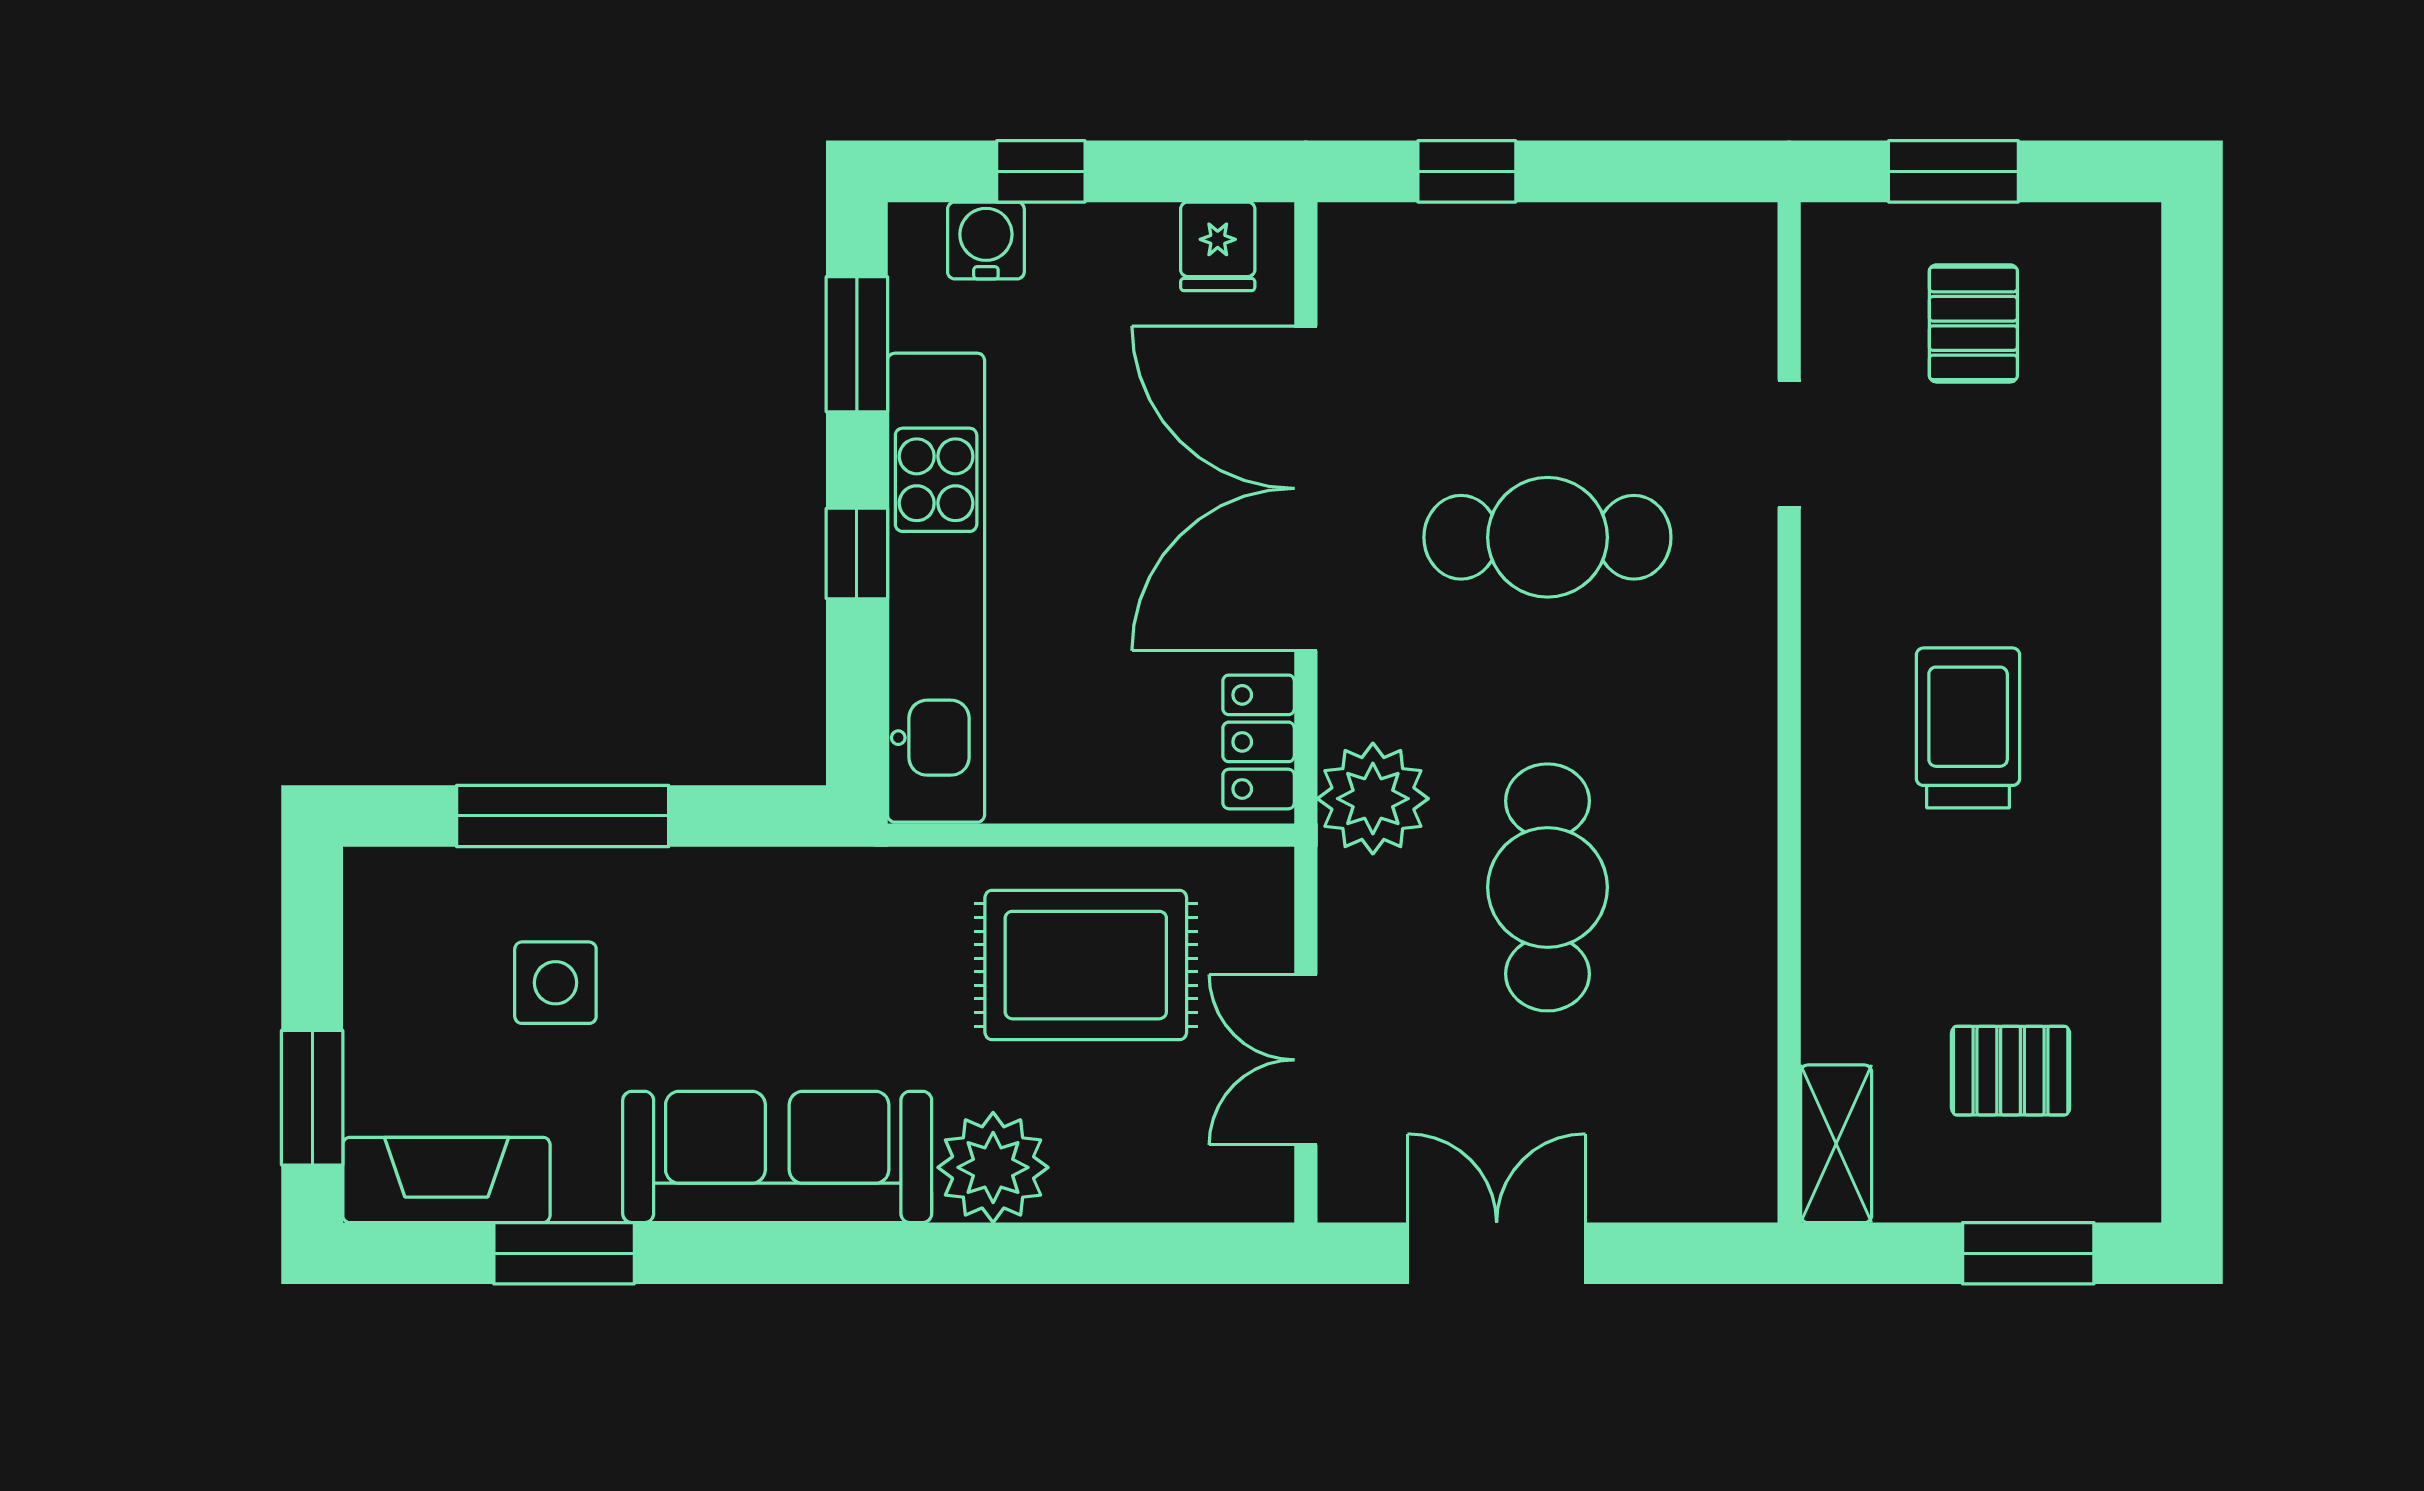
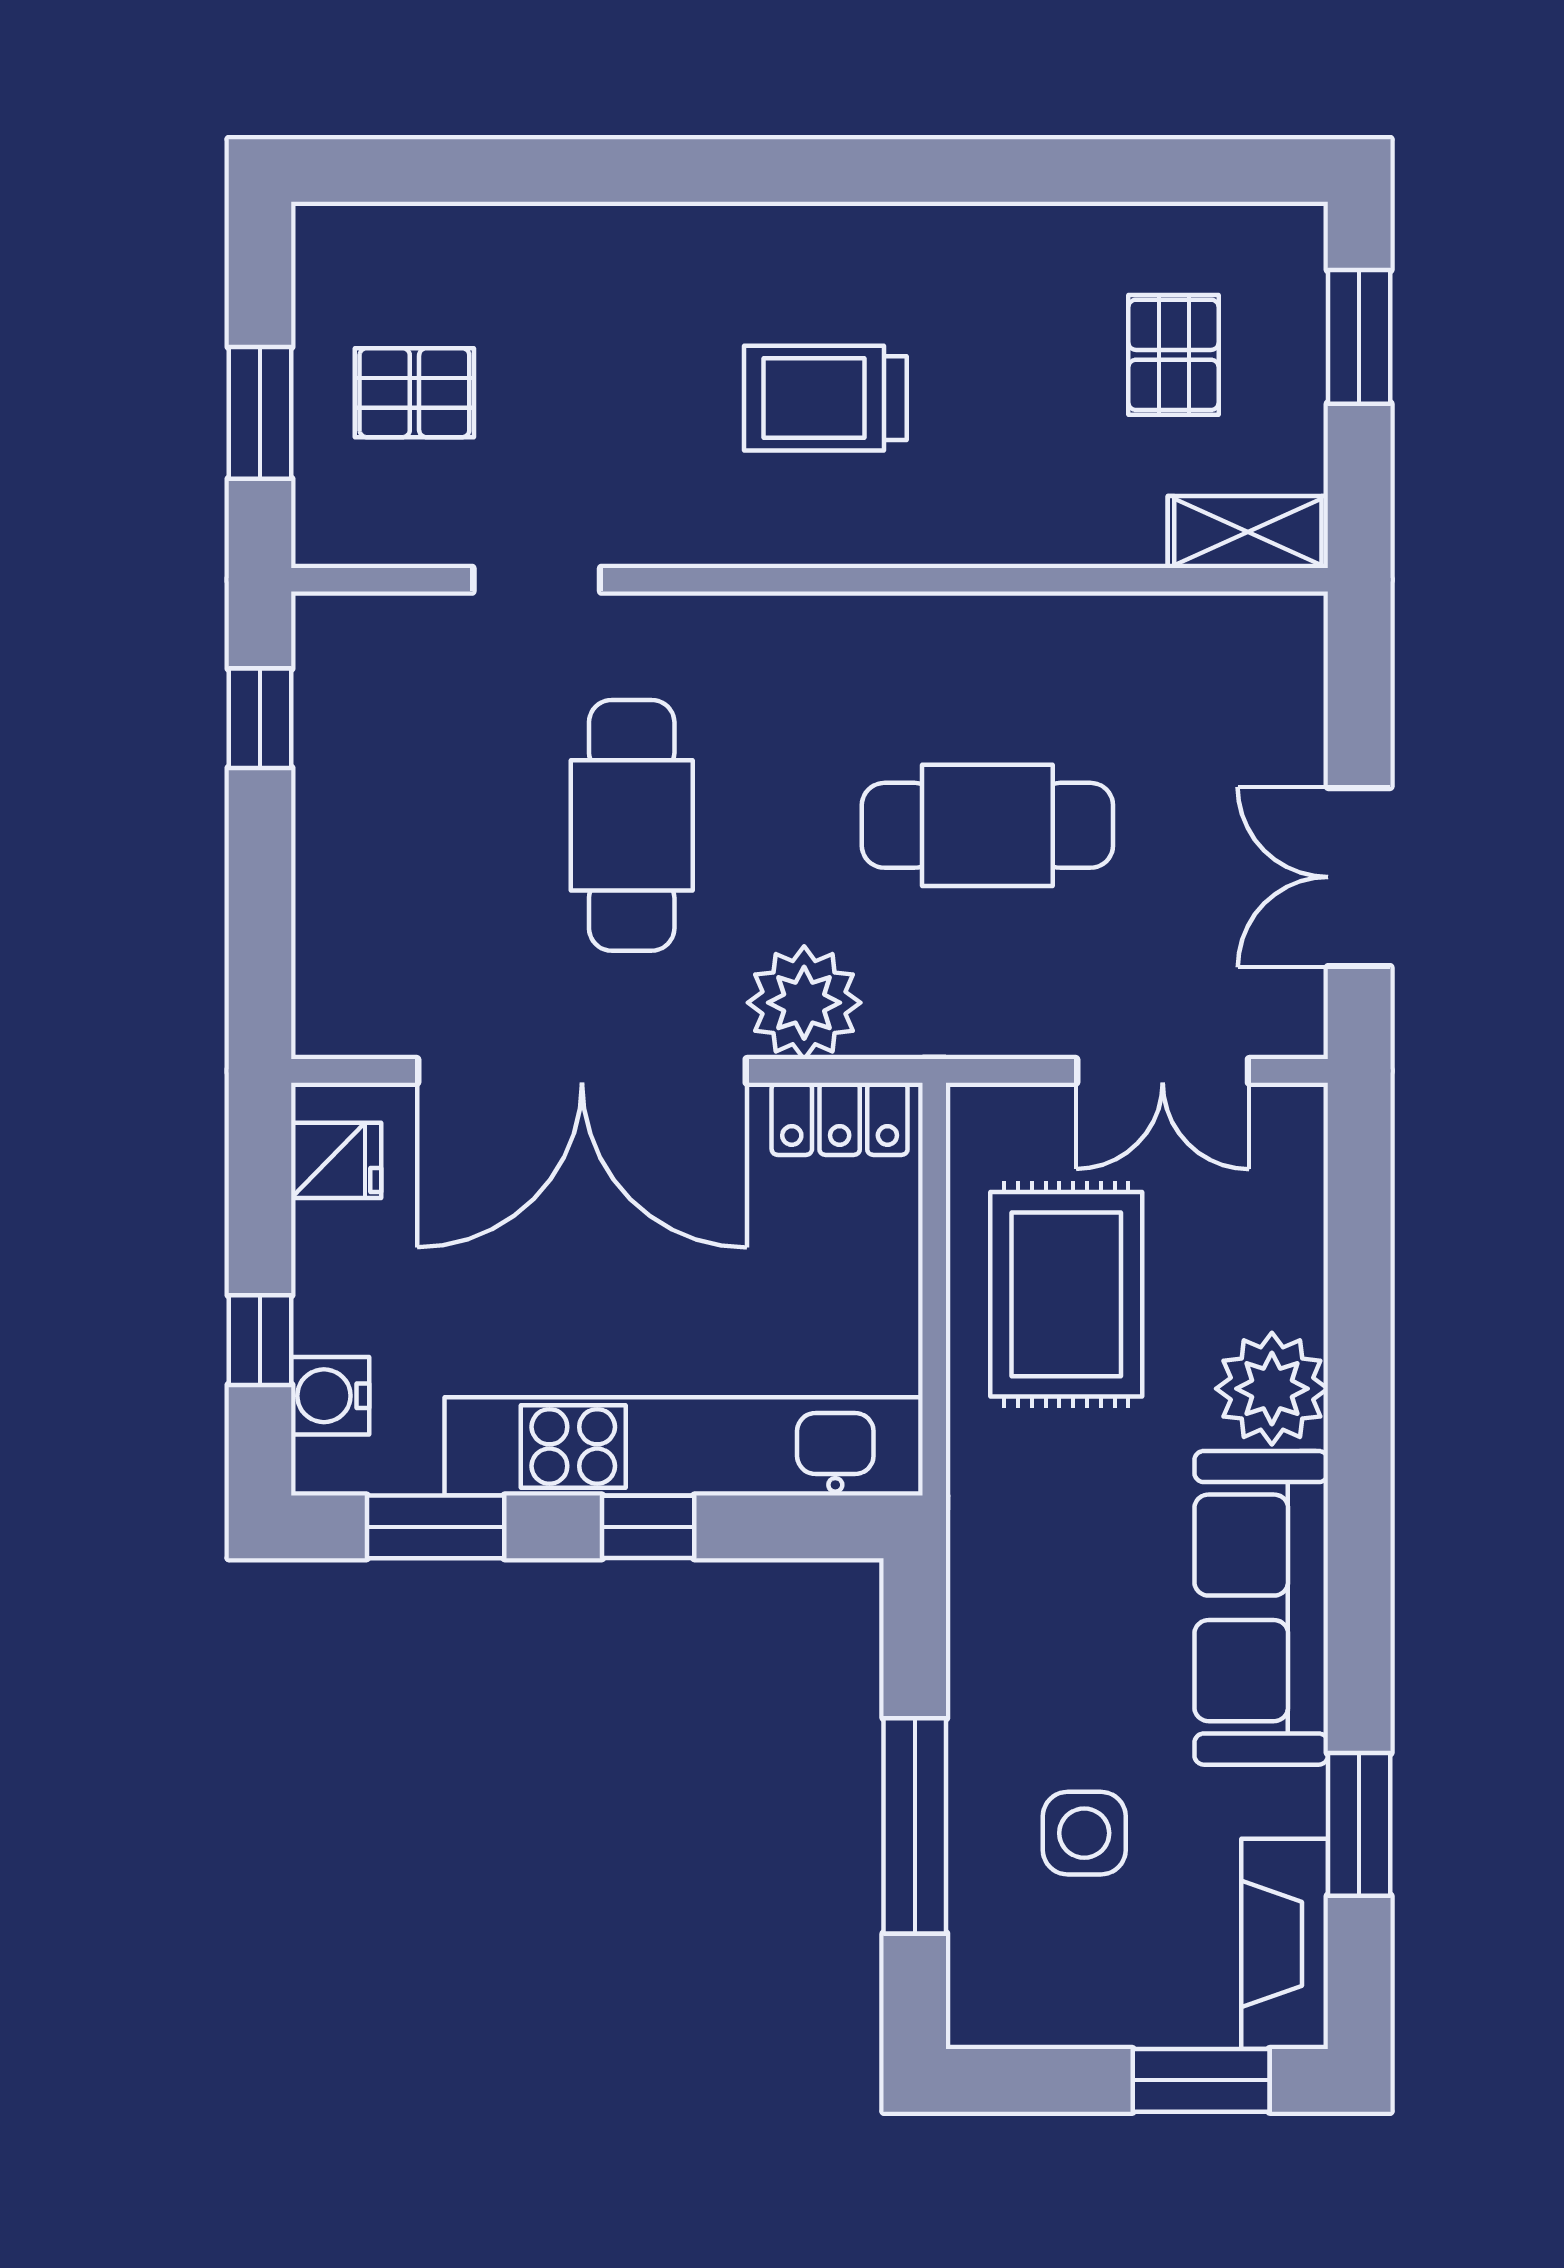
window: (1467, 171) -> (260, 718), moved
plant: (1373, 799) -> (804, 1003), moved

